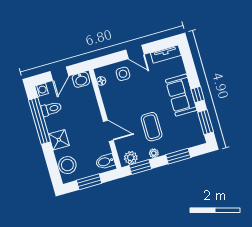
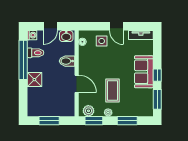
bidet: (105, 161) -> (67, 61), moved
stool: (67, 165) -> (35, 102), removed

